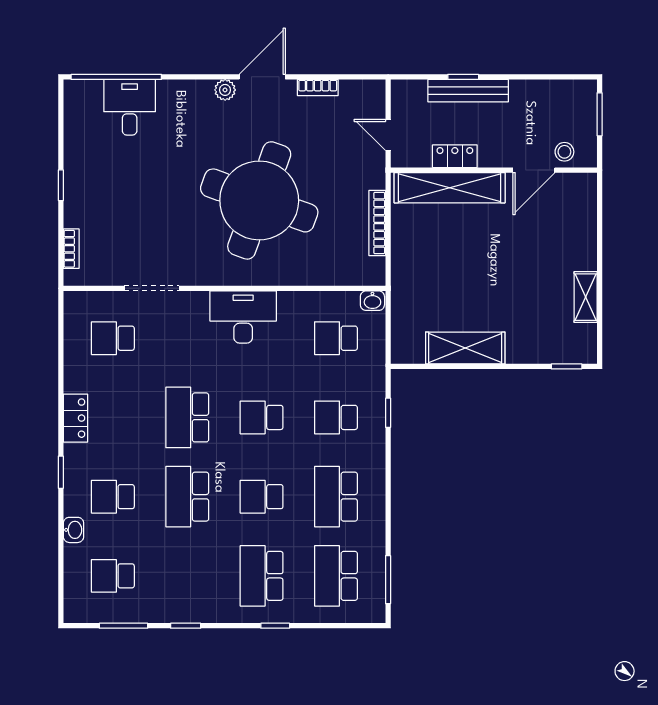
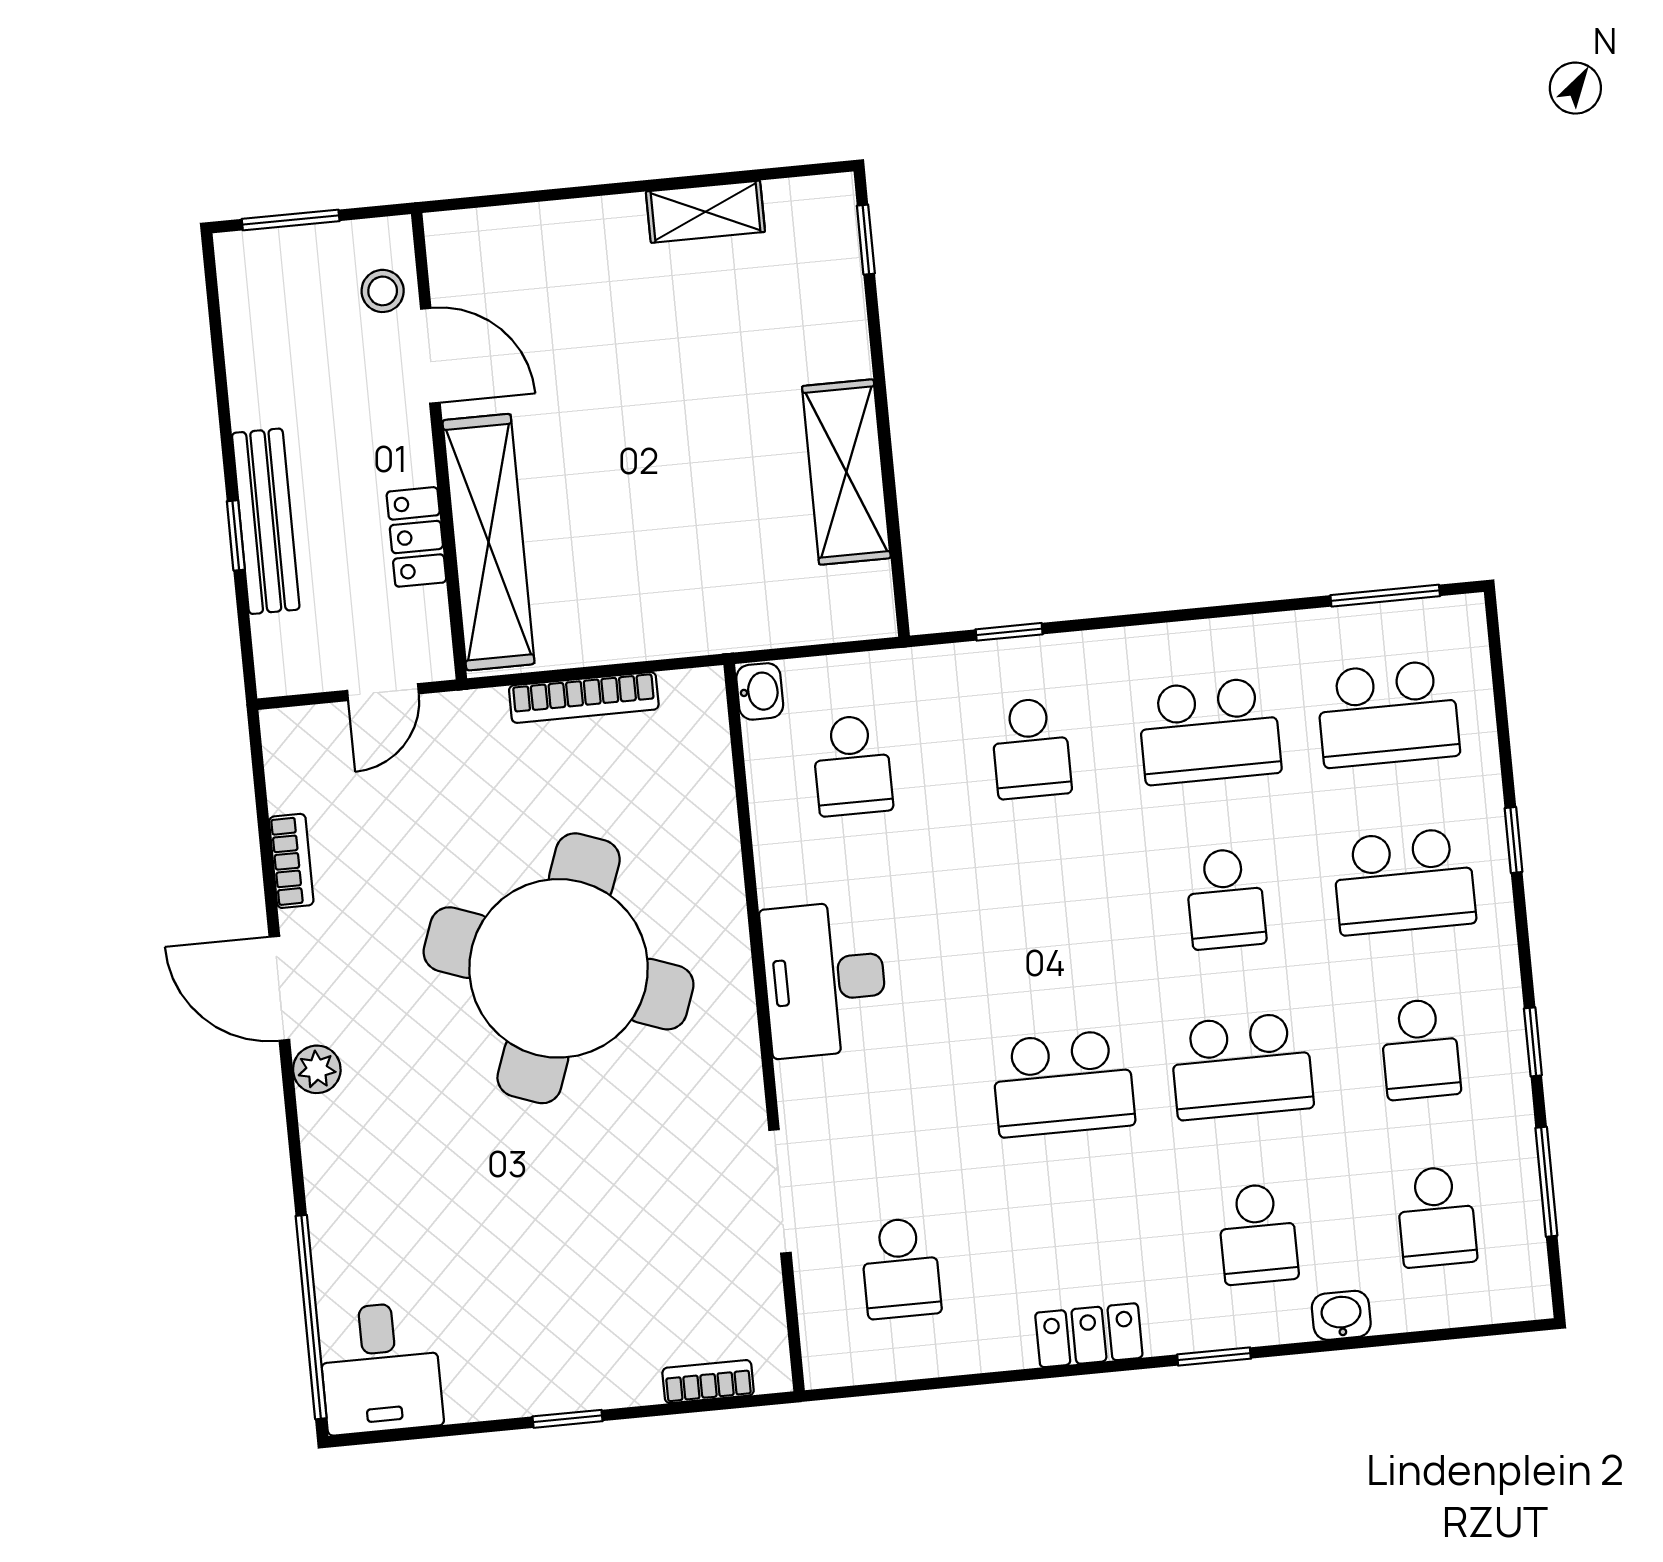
desk: (130, 107) -> (380, 1368), moved, turned -90
school desk: (262, 417) -> (1420, 1049), moved

